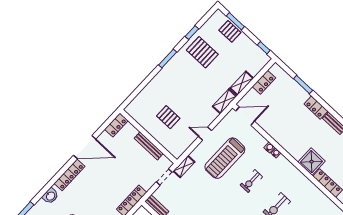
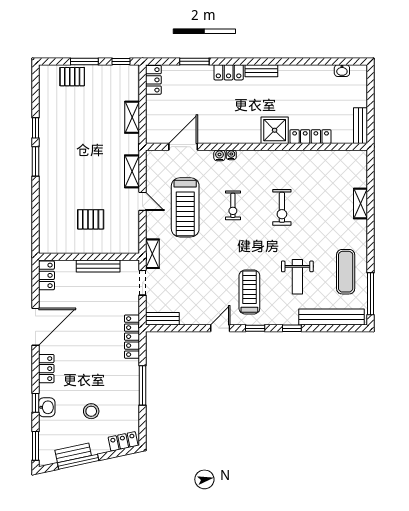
window: (235, 21) -> (84, 61), moved
window: (192, 33) -> (36, 128), moved
pallet: (202, 52) -> (64, 123), removed
locker: (264, 82) -> (153, 80), moved
shelving: (225, 101) -> (132, 171), moved
door: (245, 116) -> (183, 147), moved
door: (205, 134) -> (143, 201), swing flipped
locker: (69, 175) -> (46, 369), width x0.66
window: (47, 188) -> (36, 403), added

